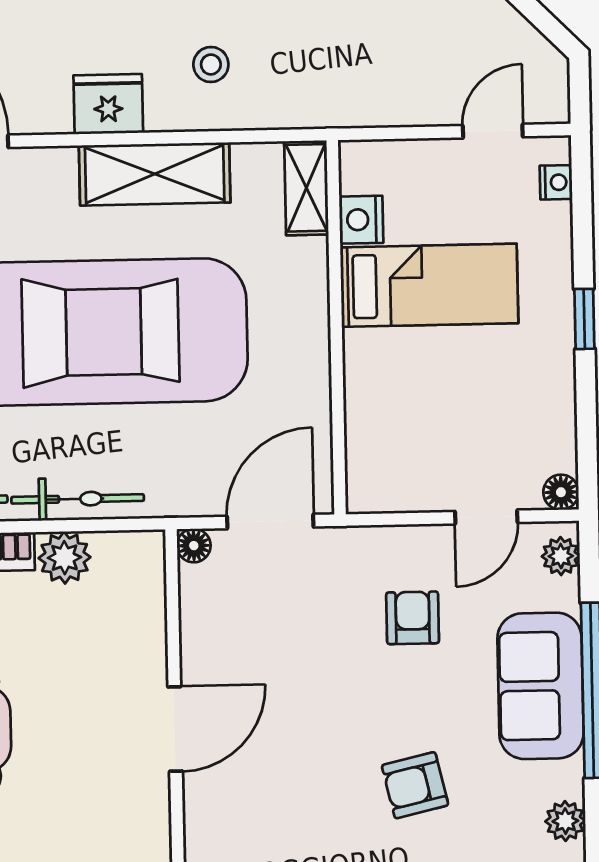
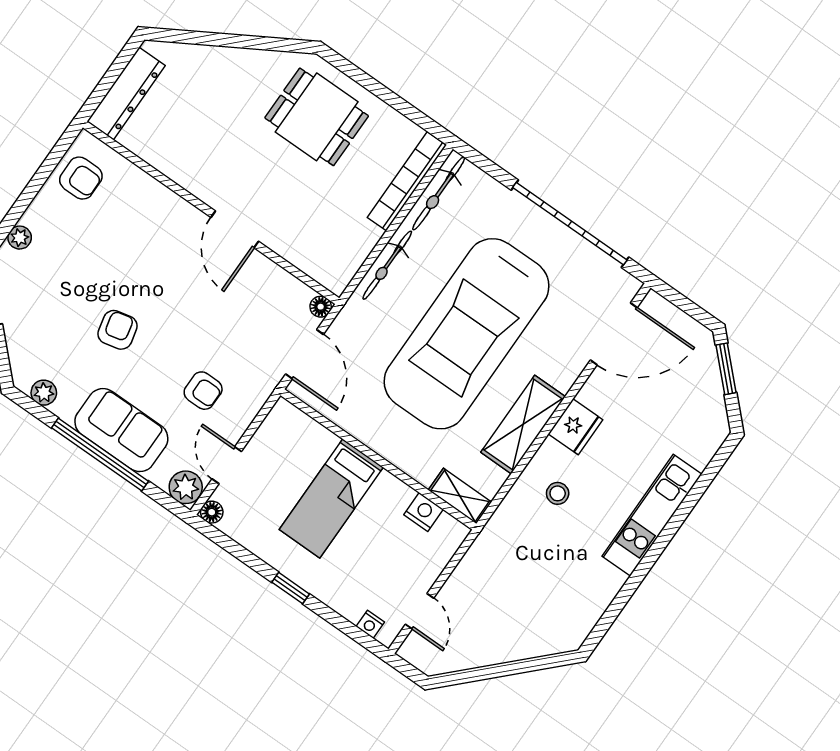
bed: (429, 285) -> (331, 498), moved
plant: (561, 556) -> (186, 487), width x1.38, depth x1.38
plant: (65, 558) -> (362, 237), removed

